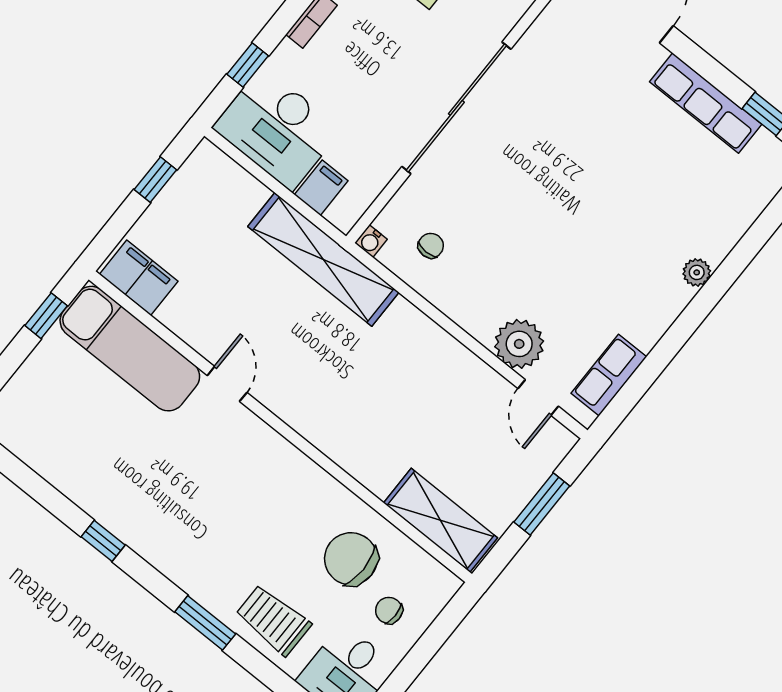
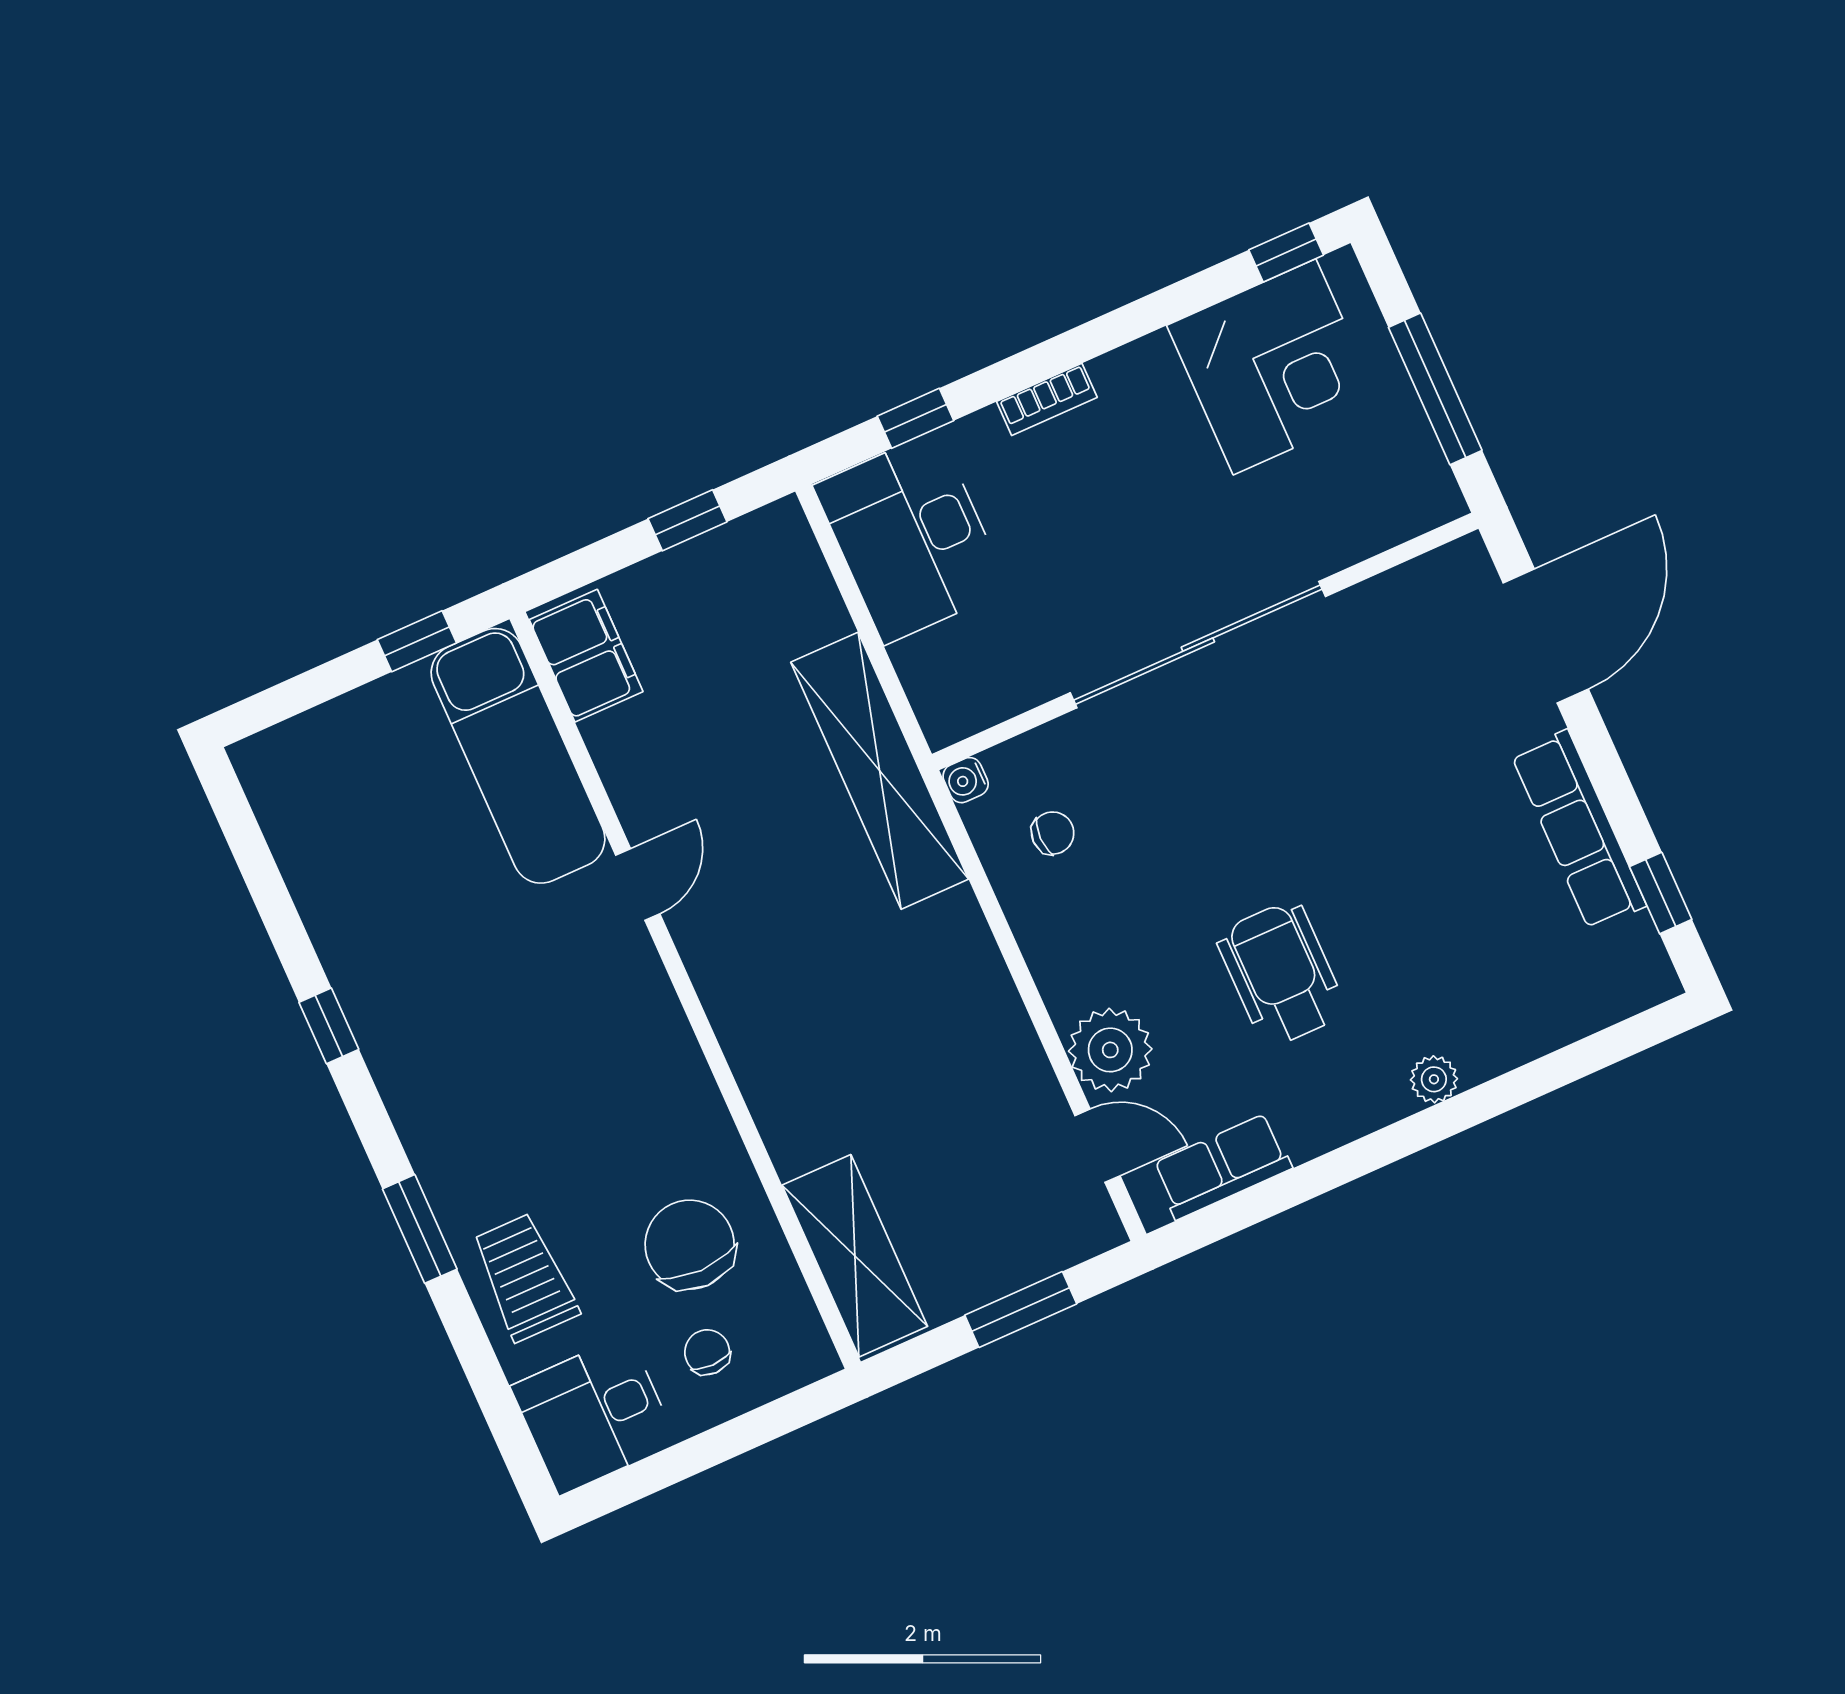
filing cabinet: (321, 188) -> (932, 661), removed
wheelchair: (588, 258) -> (1281, 974), added
door: (538, 397) -> (1098, 1146), swing flipped

